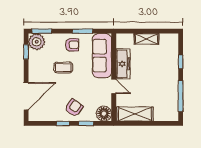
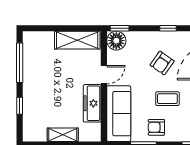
door: (114, 86) -> (104, 75), swing flipped
armchair: (74, 108) -> (162, 63), moved
window: (86, 123) -> (120, 28), moved

